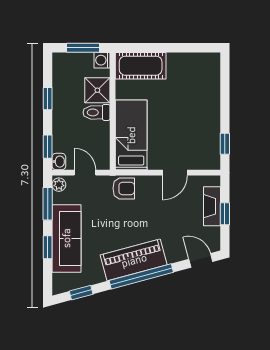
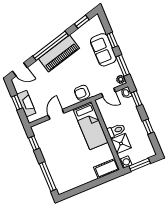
cot: (141, 66) -> (107, 169), width x0.73, depth x0.75
window: (225, 86) -> (48, 177), added
sofa: (66, 238) -> (103, 50), width x0.73

